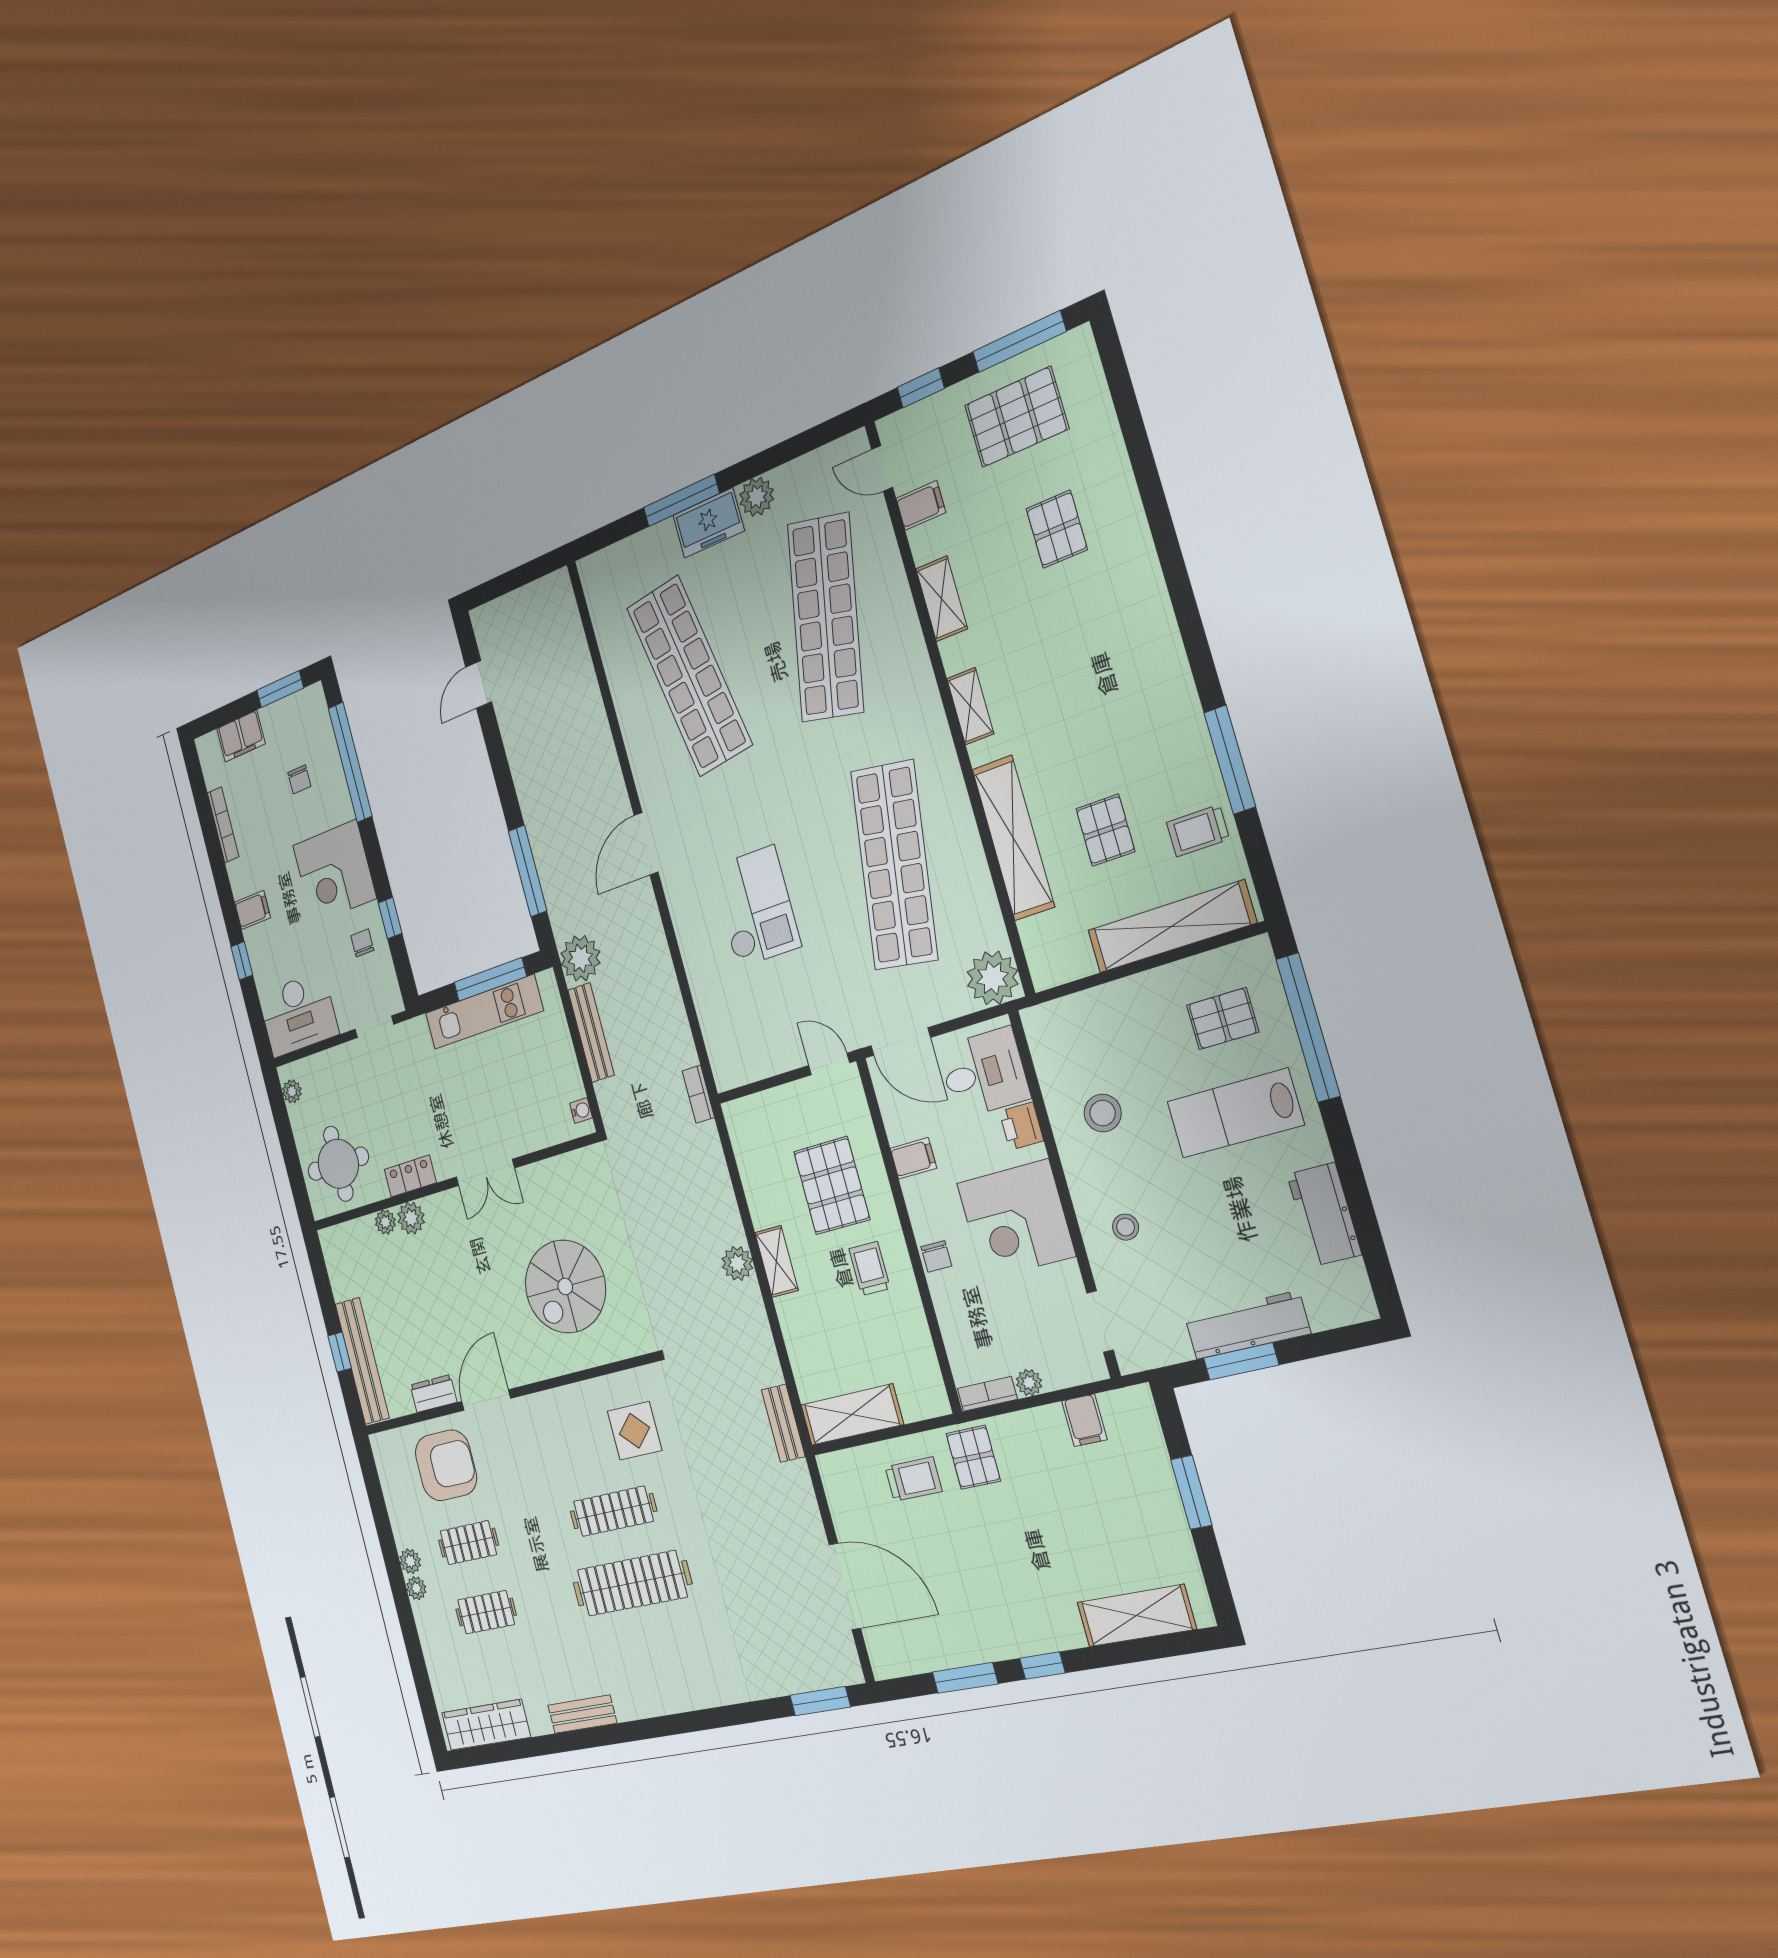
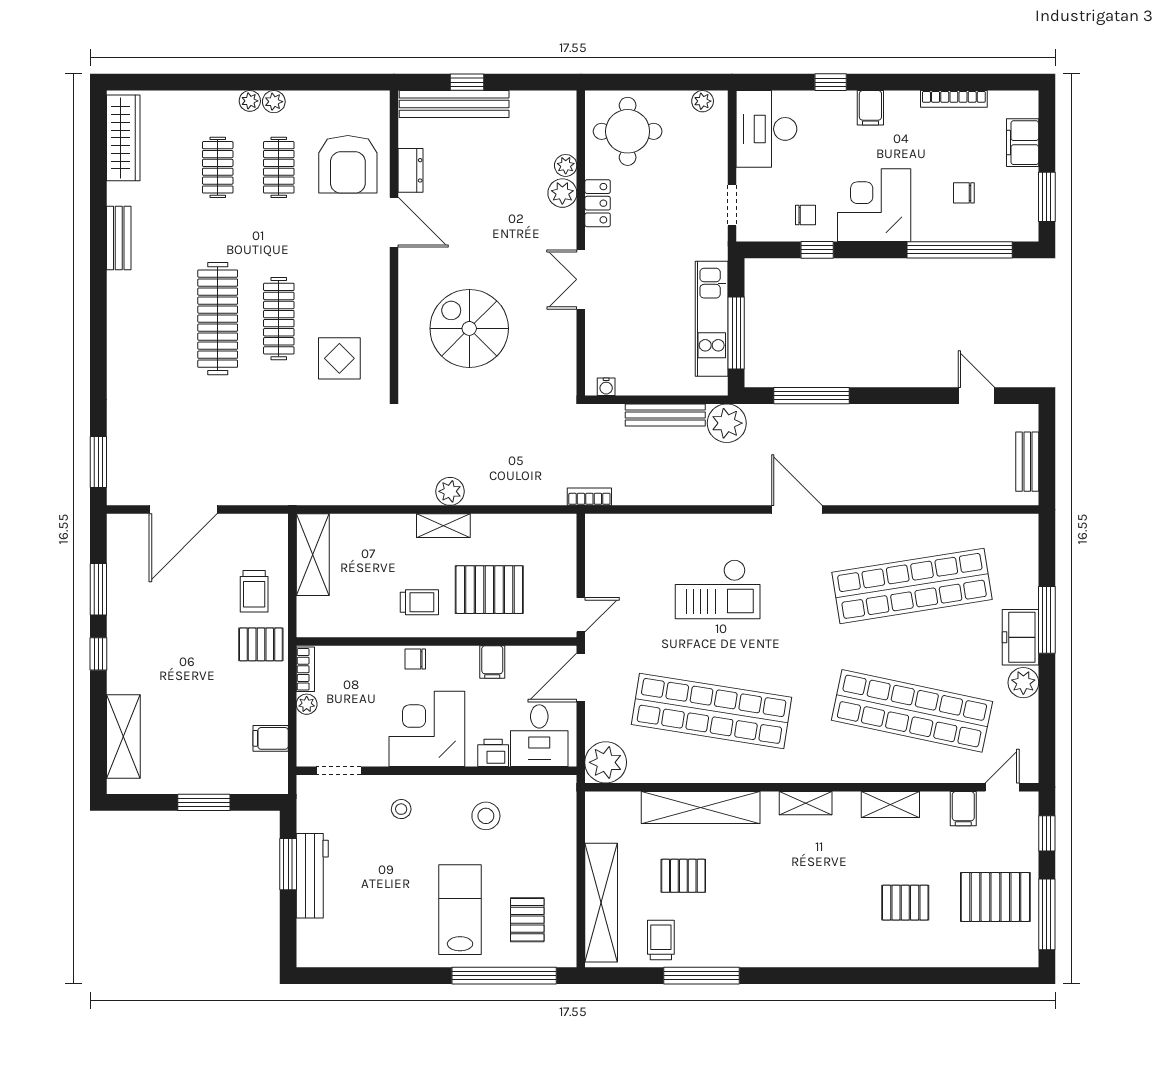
pallet: (1017, 417) -> (995, 897), turned 90
workbench: (1324, 1214) -> (375, 950), removed
bench: (783, 1423) -> (1027, 462), moved, turned 90

